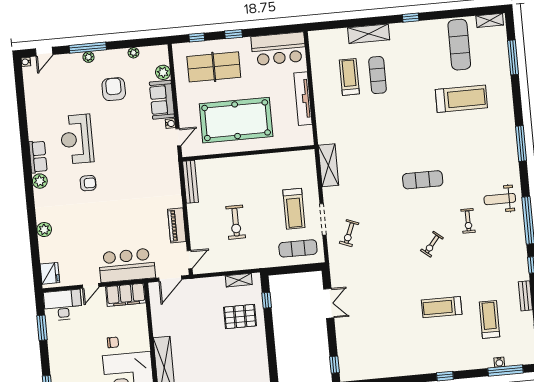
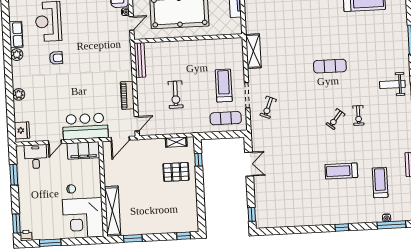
treadmill: (294, 209) -> (224, 86), turned 180
exercise bike: (468, 221) -> (358, 115), moved
desk: (63, 305) -> (36, 157), width x0.73

